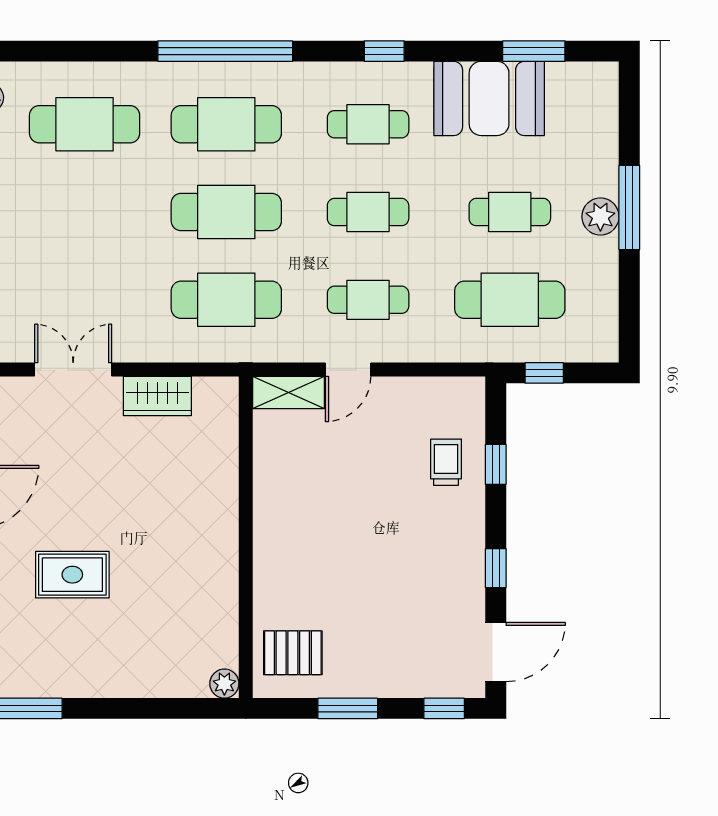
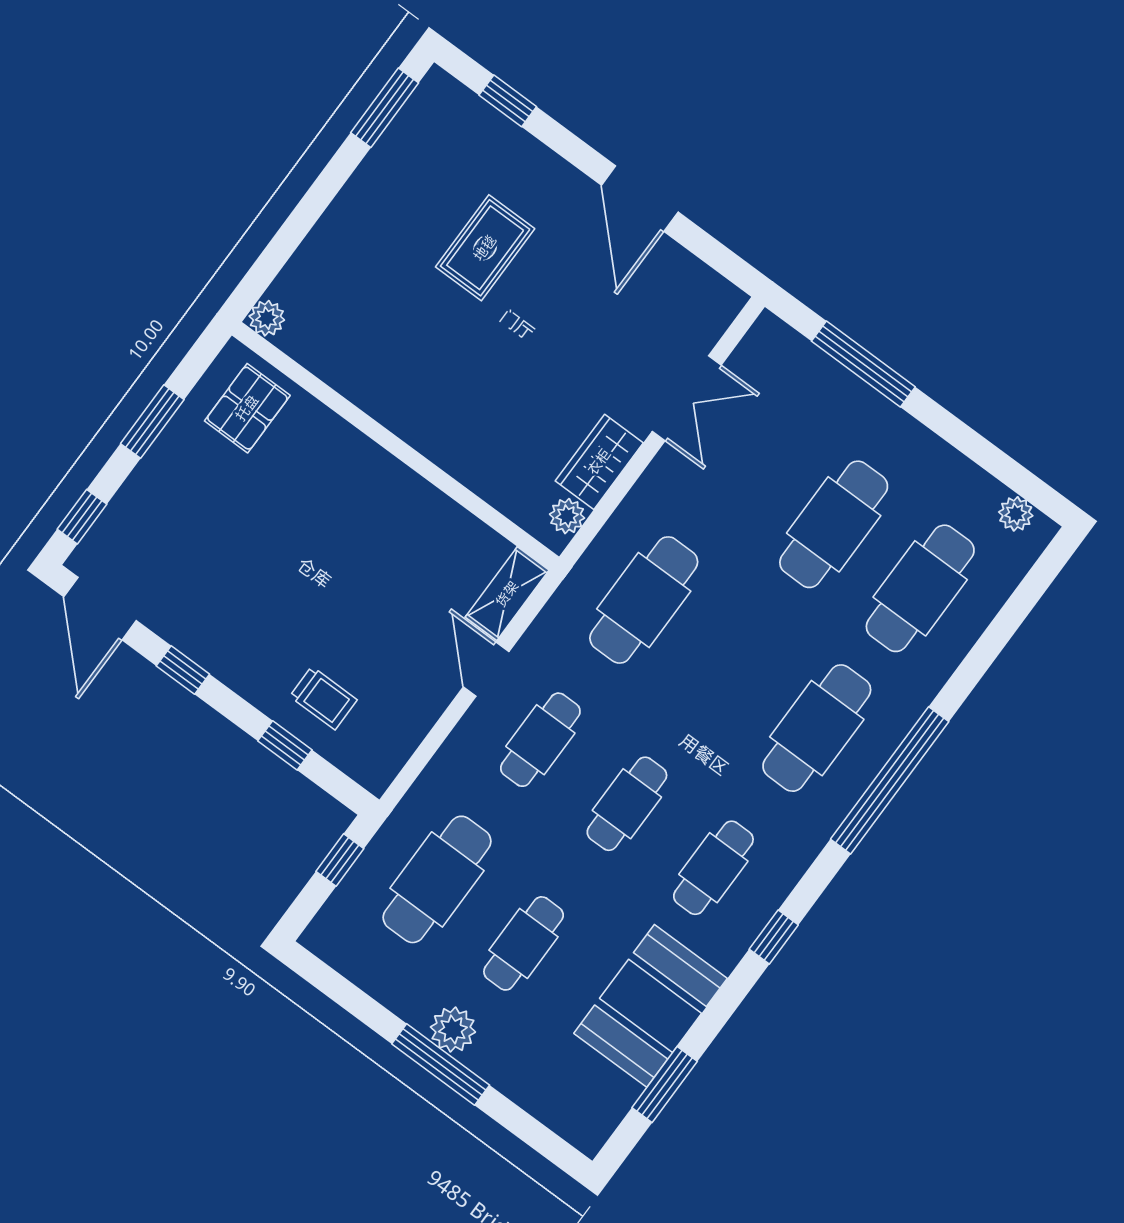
cafe table: (226, 212) -> (834, 524), moved
plant: (208, 391) -> (567, 516), added

